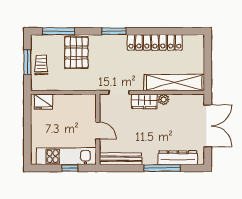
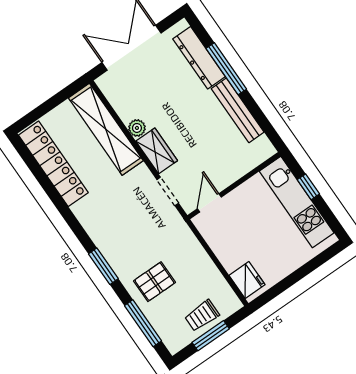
window: (114, 31) -> (103, 266), moved
locker: (155, 42) -> (53, 164), moved
pallet: (76, 52) -> (154, 282), width x0.67, depth x0.71
door: (98, 130) -> (209, 203), moved
bench: (121, 159) -> (238, 110), moved

